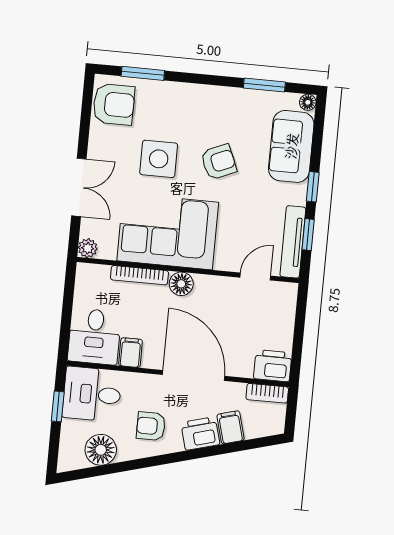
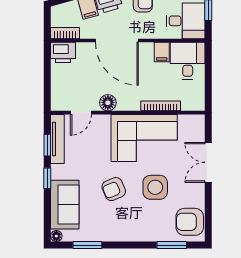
plant: (88, 248) -> (198, 121), removed
floor lamp: (181, 284) -> (108, 103), moved

